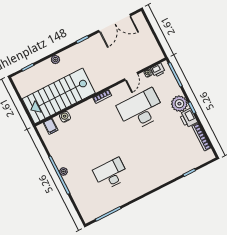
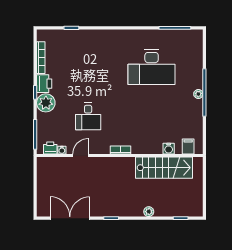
stairs: (59, 96) -> (164, 168), width x0.73, depth x0.66
desk: (141, 110) -> (88, 116), width x0.53, depth x0.77
desk: (111, 174) -> (152, 67), width x1.36, depth x1.30

